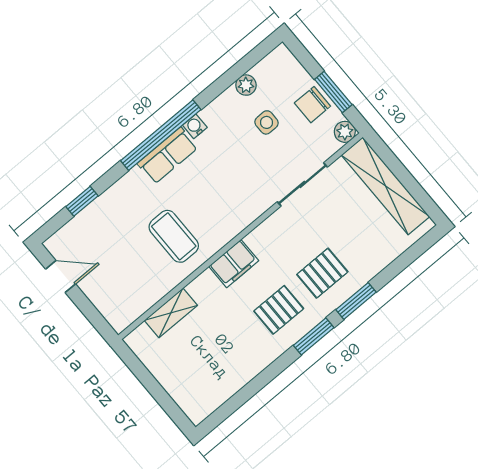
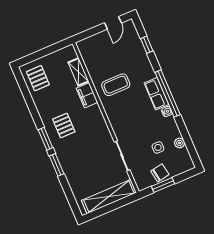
chair: (312, 105) -> (160, 173), turned 80
plant: (345, 132) -> (142, 185), removed
filing cabinet: (234, 264) -> (87, 95), moved
pallet: (322, 273) -> (38, 78), moved

